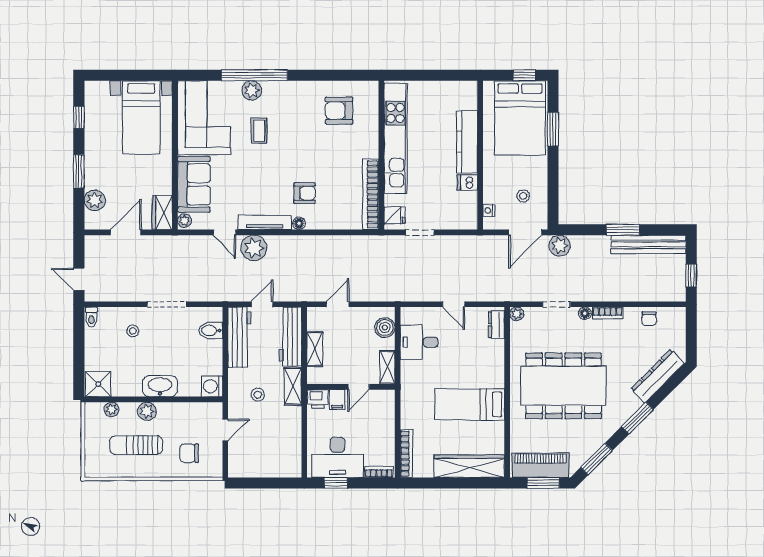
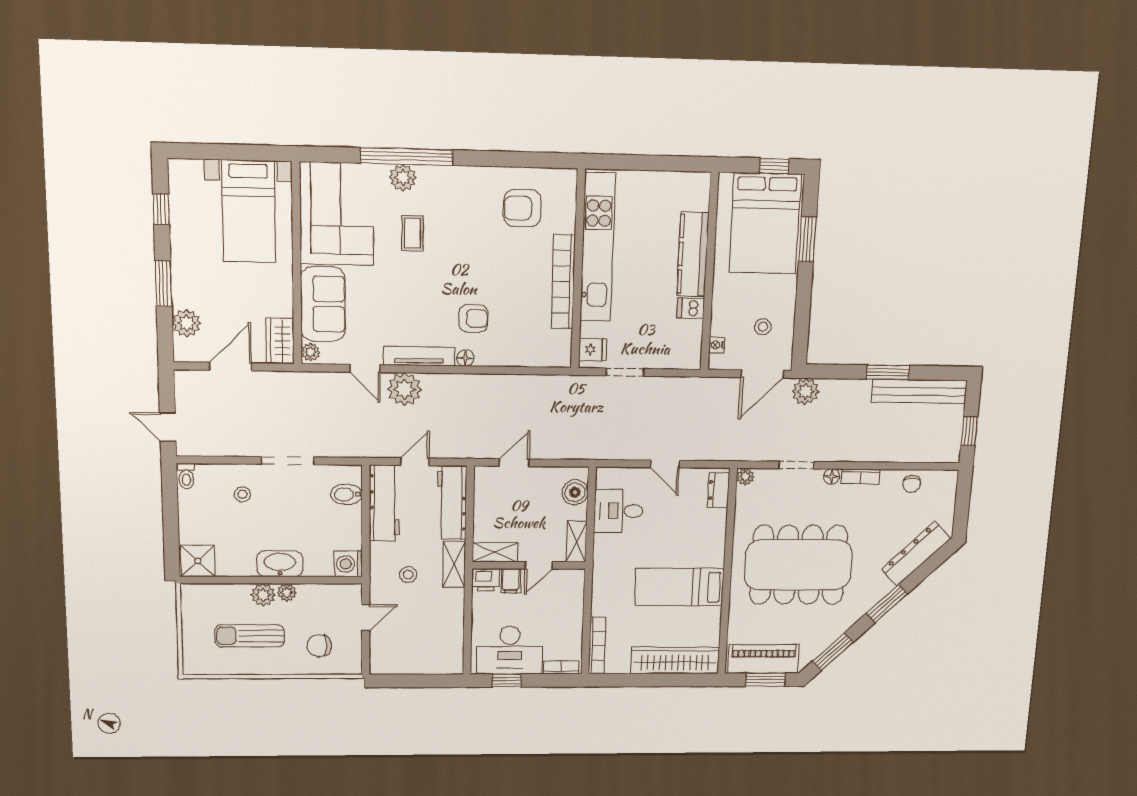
bookcase: (371, 194) -> (563, 282), moved
shelving: (315, 349) -> (495, 552), moved, turned 90
plant: (111, 409) -> (287, 592), moved

